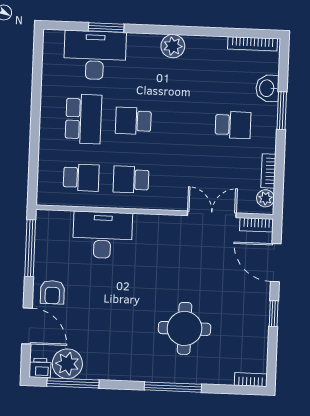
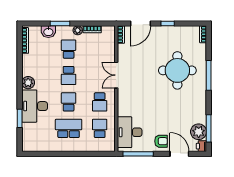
desk: (95, 55) -> (35, 106), moved
school desk: (133, 121) -> (69, 102), turned 180
school desk: (183, 123) -> (69, 76), added
plant: (265, 198) -> (78, 30), moved
double door: (212, 214) -> (116, 75), moved
desk: (103, 235) -> (130, 132), moved
door: (27, 326) -> (179, 154), hinge flipped
round table: (185, 328) -> (177, 70), width x1.36, depth x1.36

